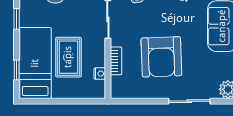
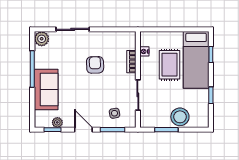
armchair: (161, 57) -> (95, 65), width x0.53, depth x0.53

